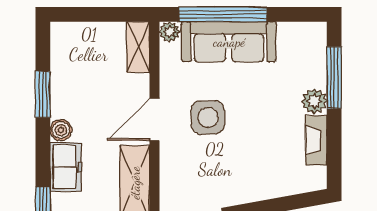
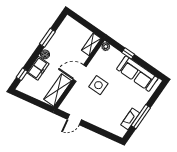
window: (223, 14) -> (128, 53), width x0.32
sofa: (229, 42) -> (137, 74), moved
window: (334, 78) -> (141, 117), moved
plant: (314, 101) -> (139, 105), removed

